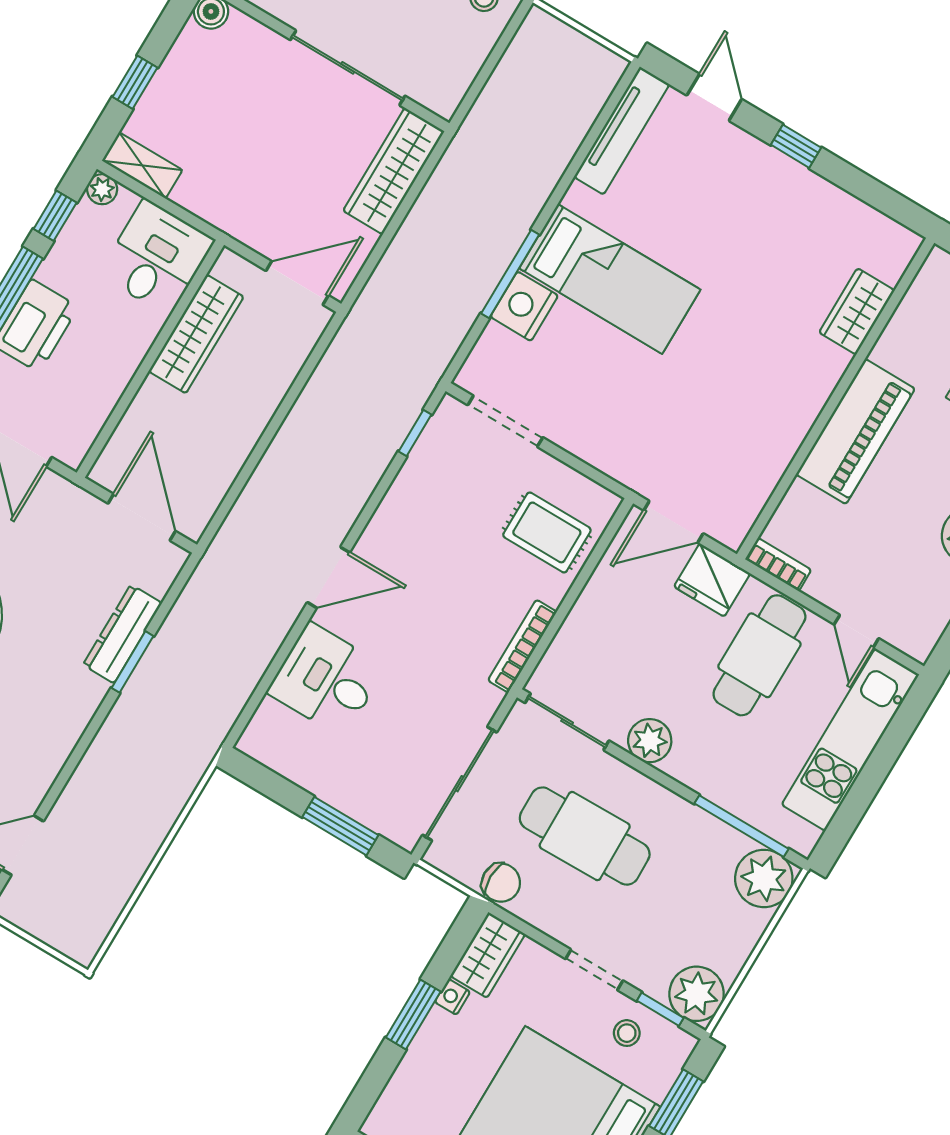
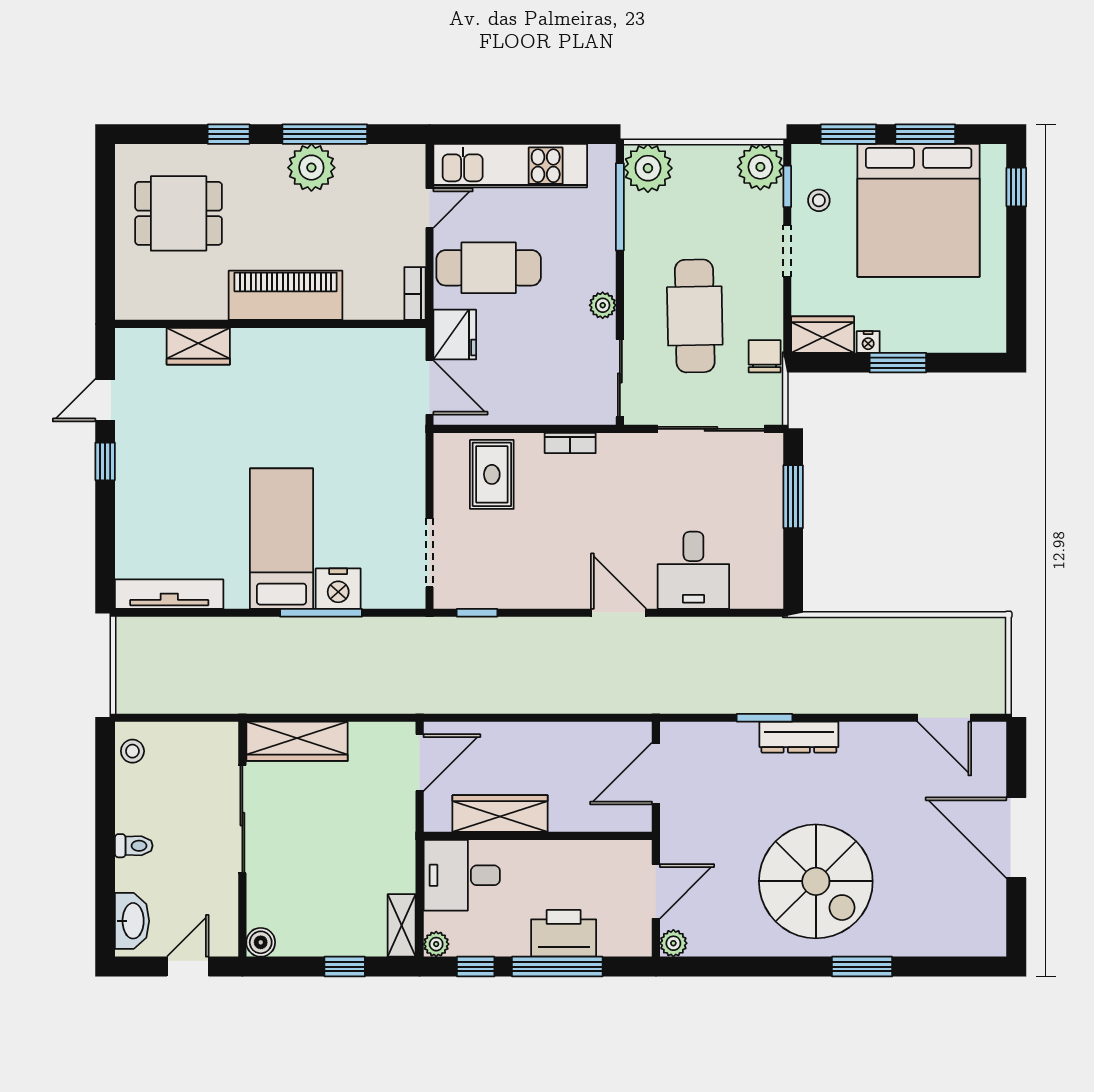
door: (714, 97) -> (105, 400), moved
door: (297, 283) -> (420, 763), swing flipped
dresser: (122, 634) -> (799, 737), moved
bookcase: (522, 646) -> (570, 443), width x0.64
plant: (650, 741) -> (603, 305), width x0.73, depth x0.73

